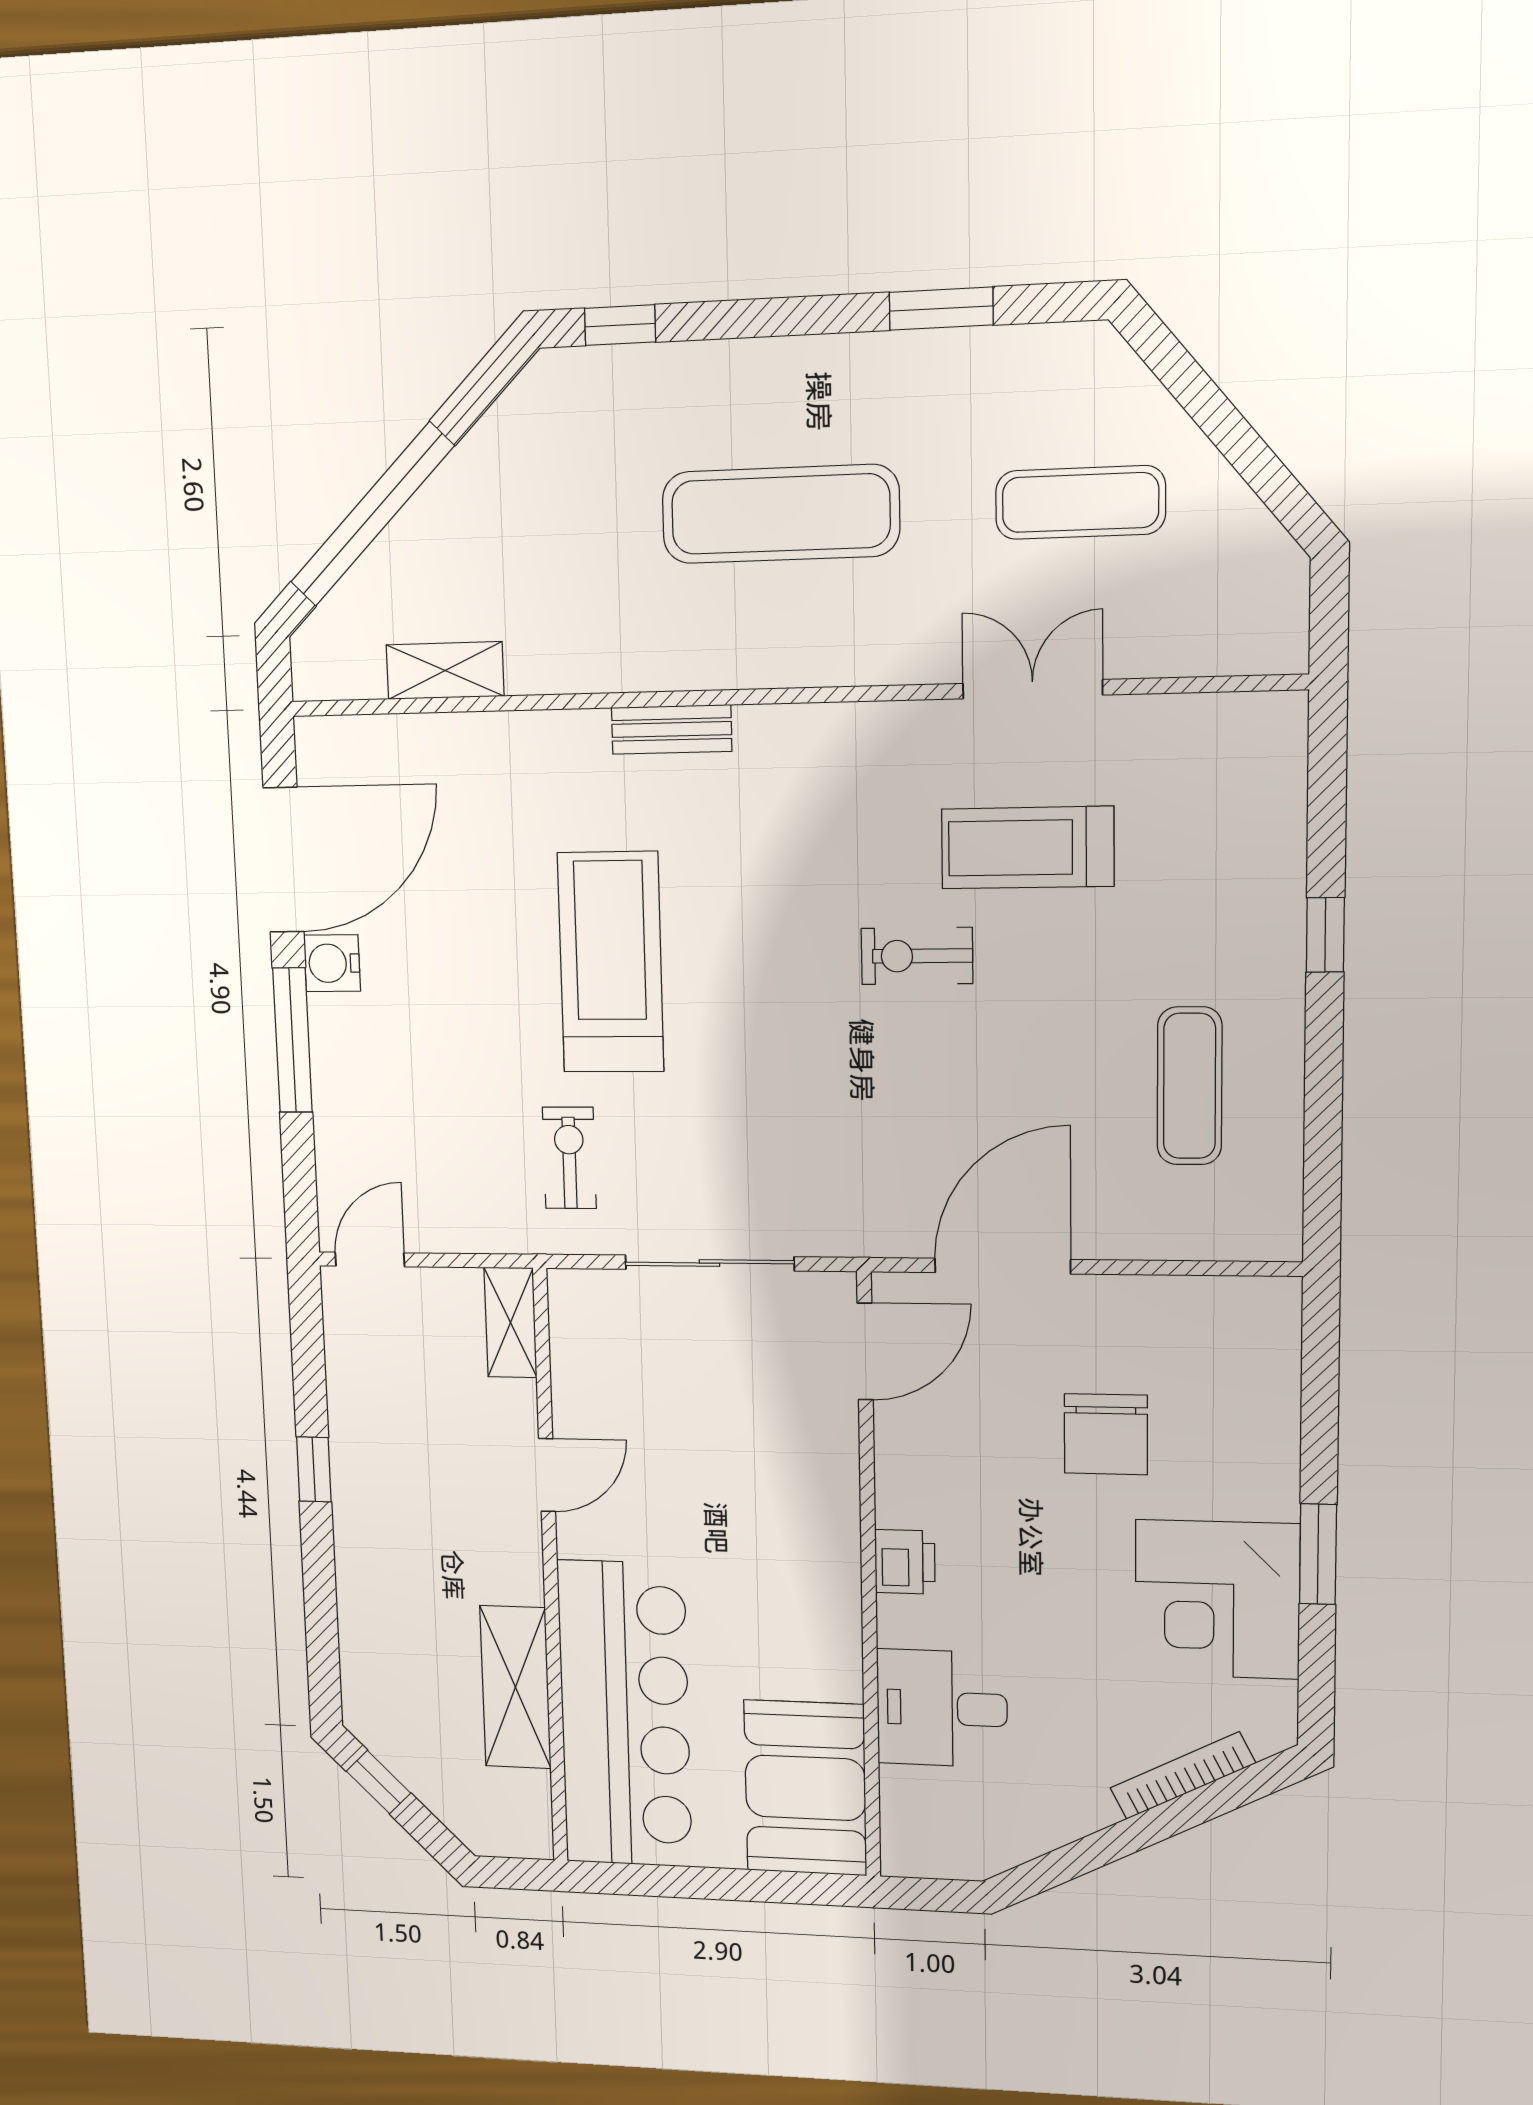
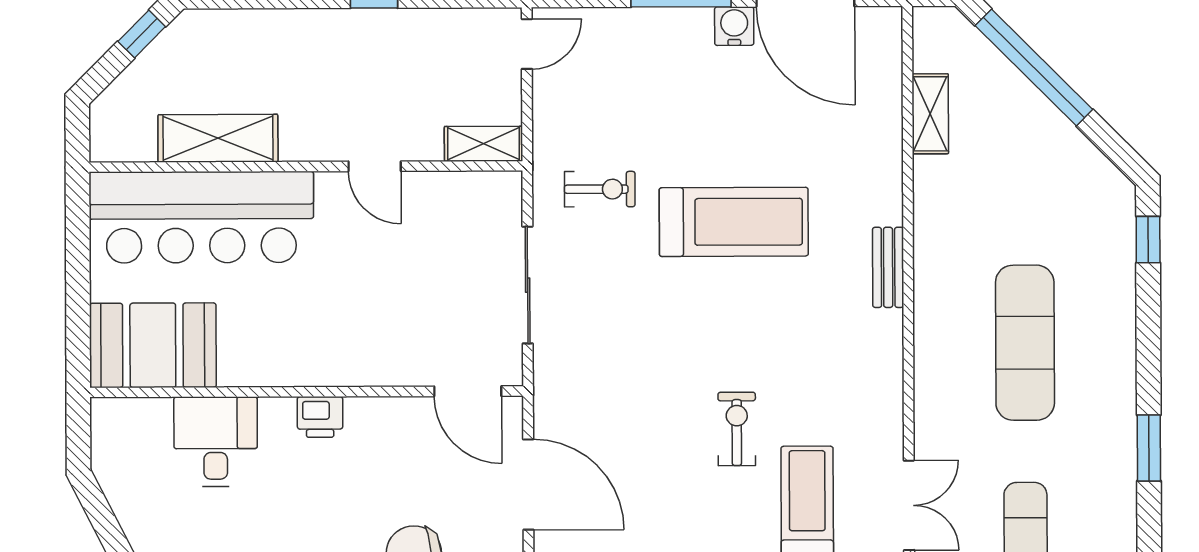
door: (370, 1259) -> (527, 44), hinge flipped

